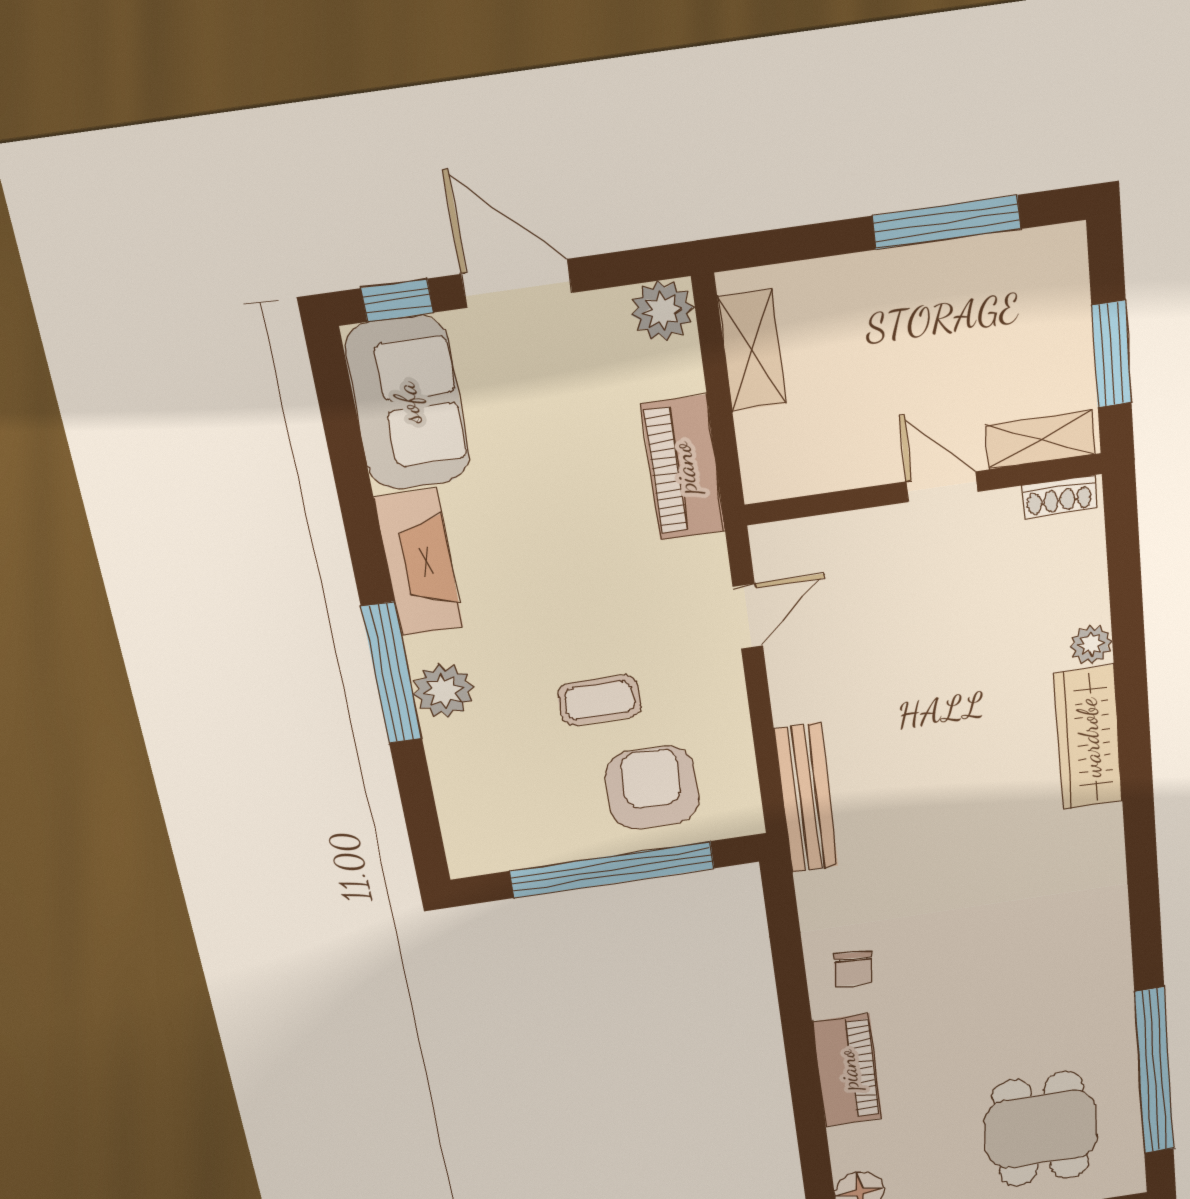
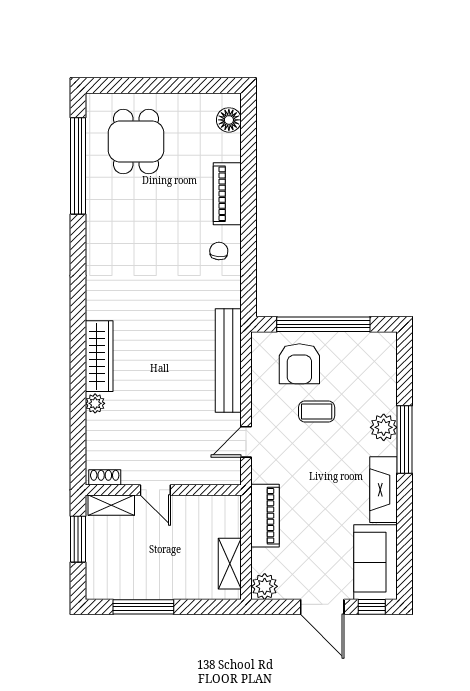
bench: (806, 798) -> (228, 360), width x1.37, depth x1.21

